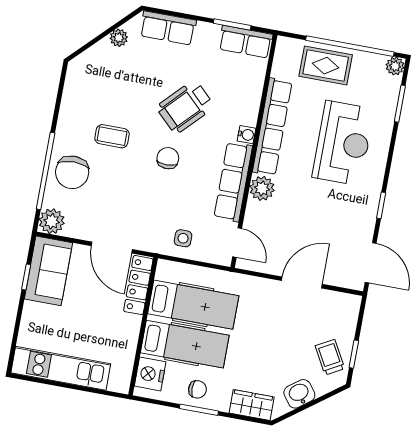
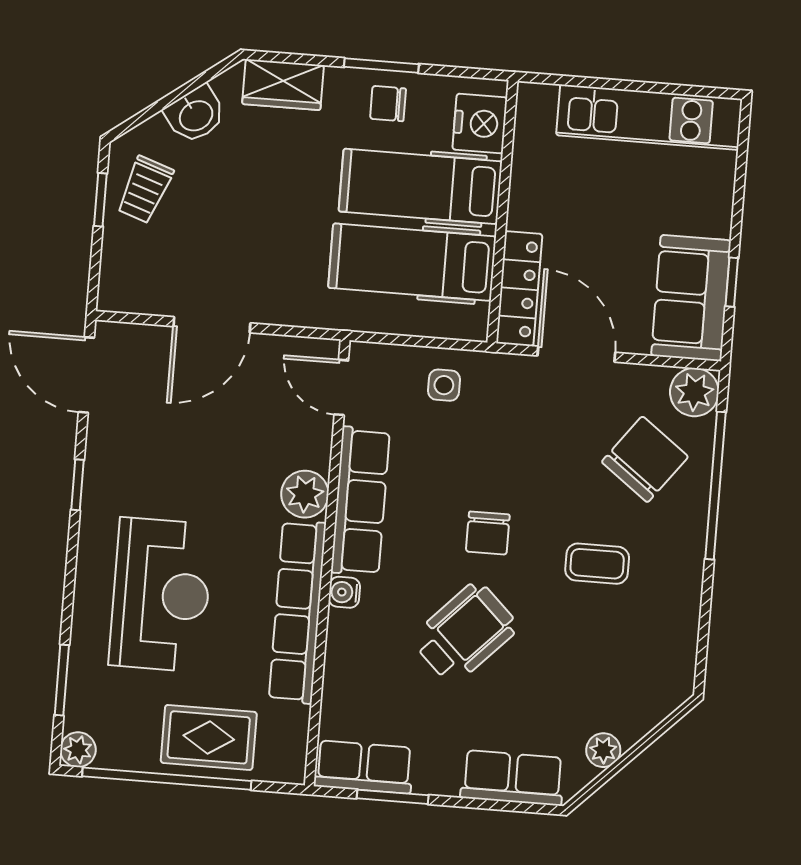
reception desk: (343, 143) -> (161, 595), turned 180
chair: (72, 172) -> (645, 459), moved, turned 37
trolley: (330, 357) -> (145, 190), turned 48

